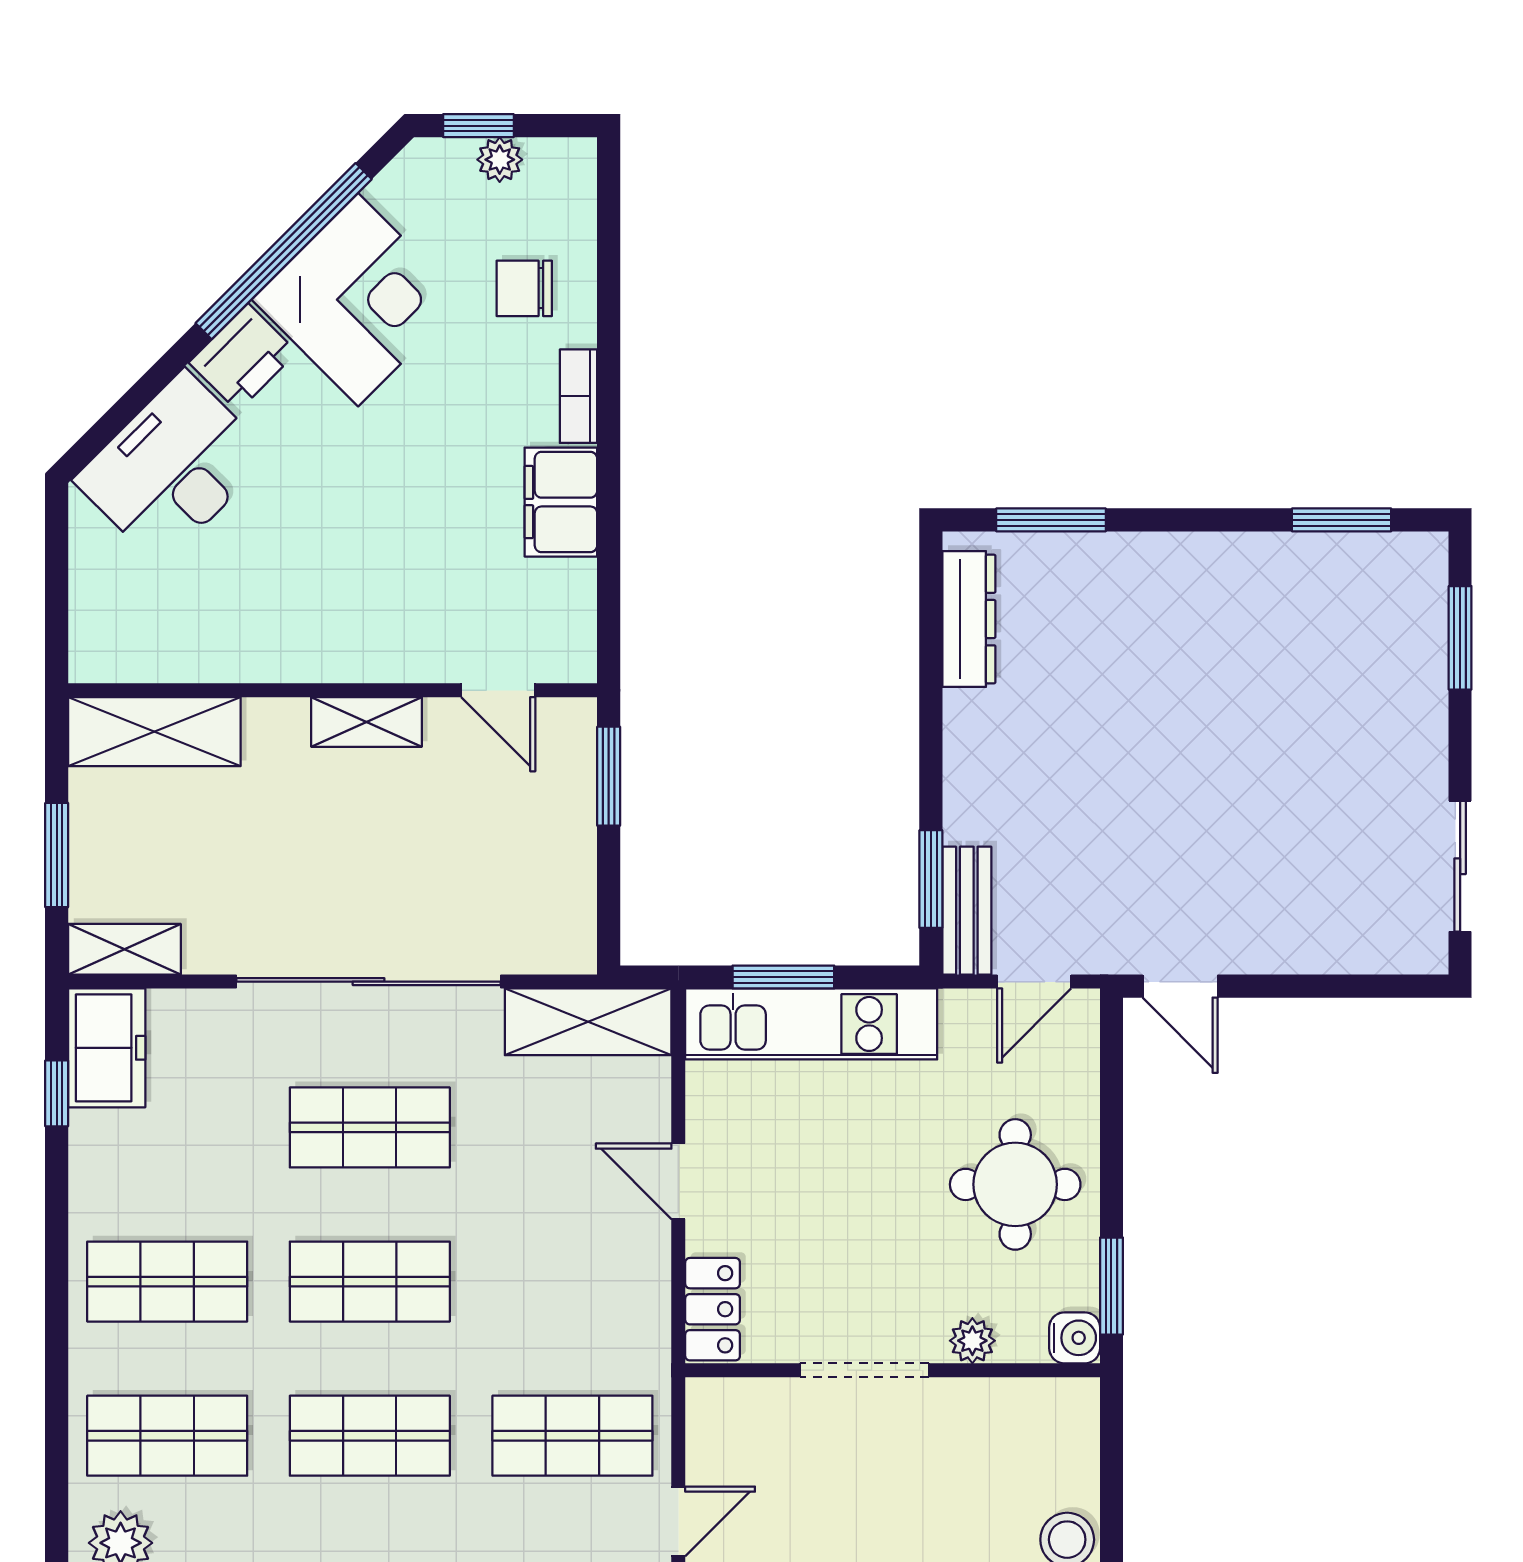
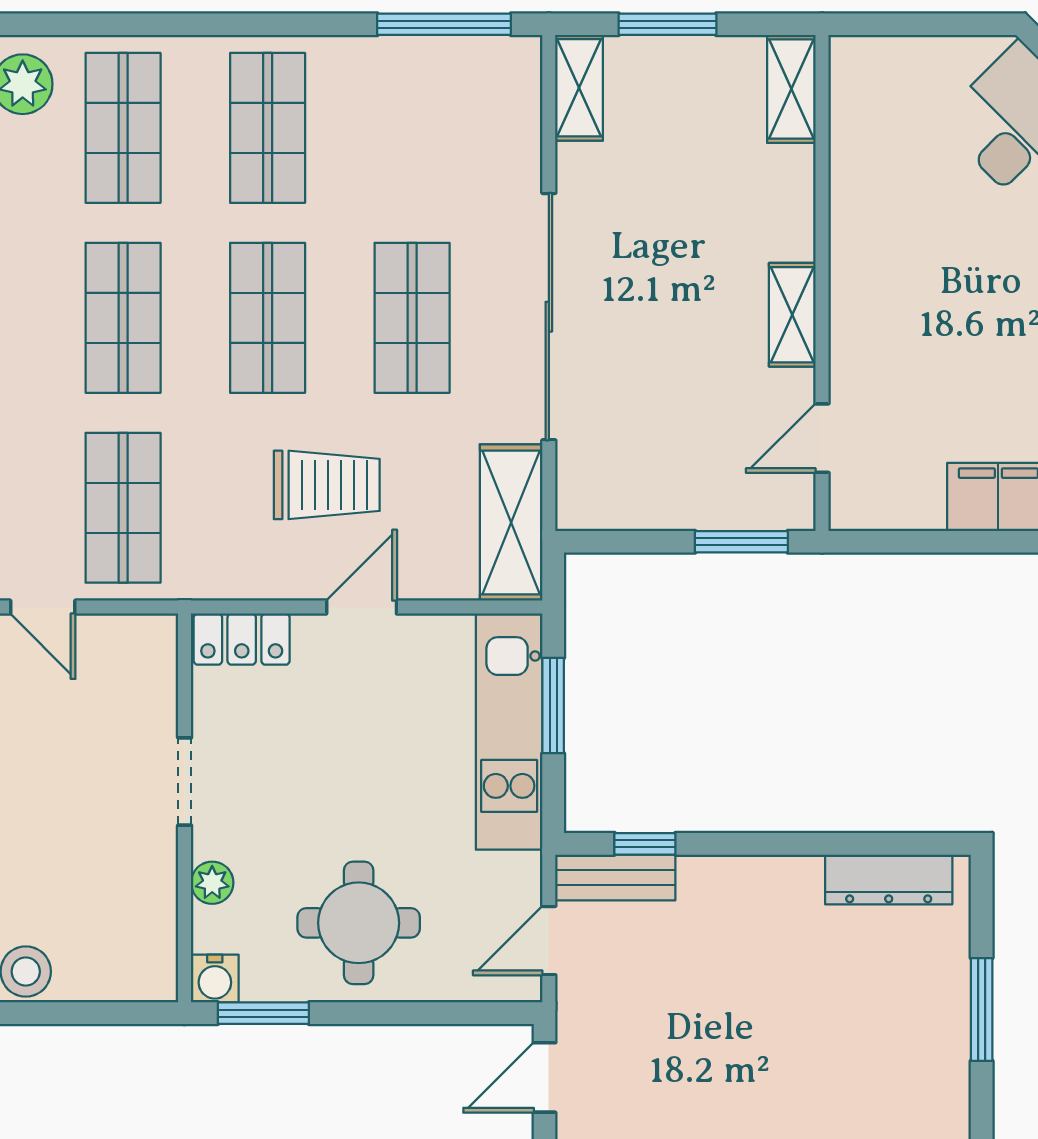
window: (1051, 520) -> (982, 1009), moved
shelving: (154, 732) -> (791, 89), width x0.67, depth x0.75
window: (931, 879) -> (645, 844), width x0.67
door: (1034, 982) -> (549, 941), hinge flipped
freezer: (107, 1048) -> (487, 71), removed
window: (57, 1093) -> (444, 24), width x2.17
trolley: (548, 1218) -> (327, 485), added
doorway: (864, 1370) -> (185, 781), width x0.73

